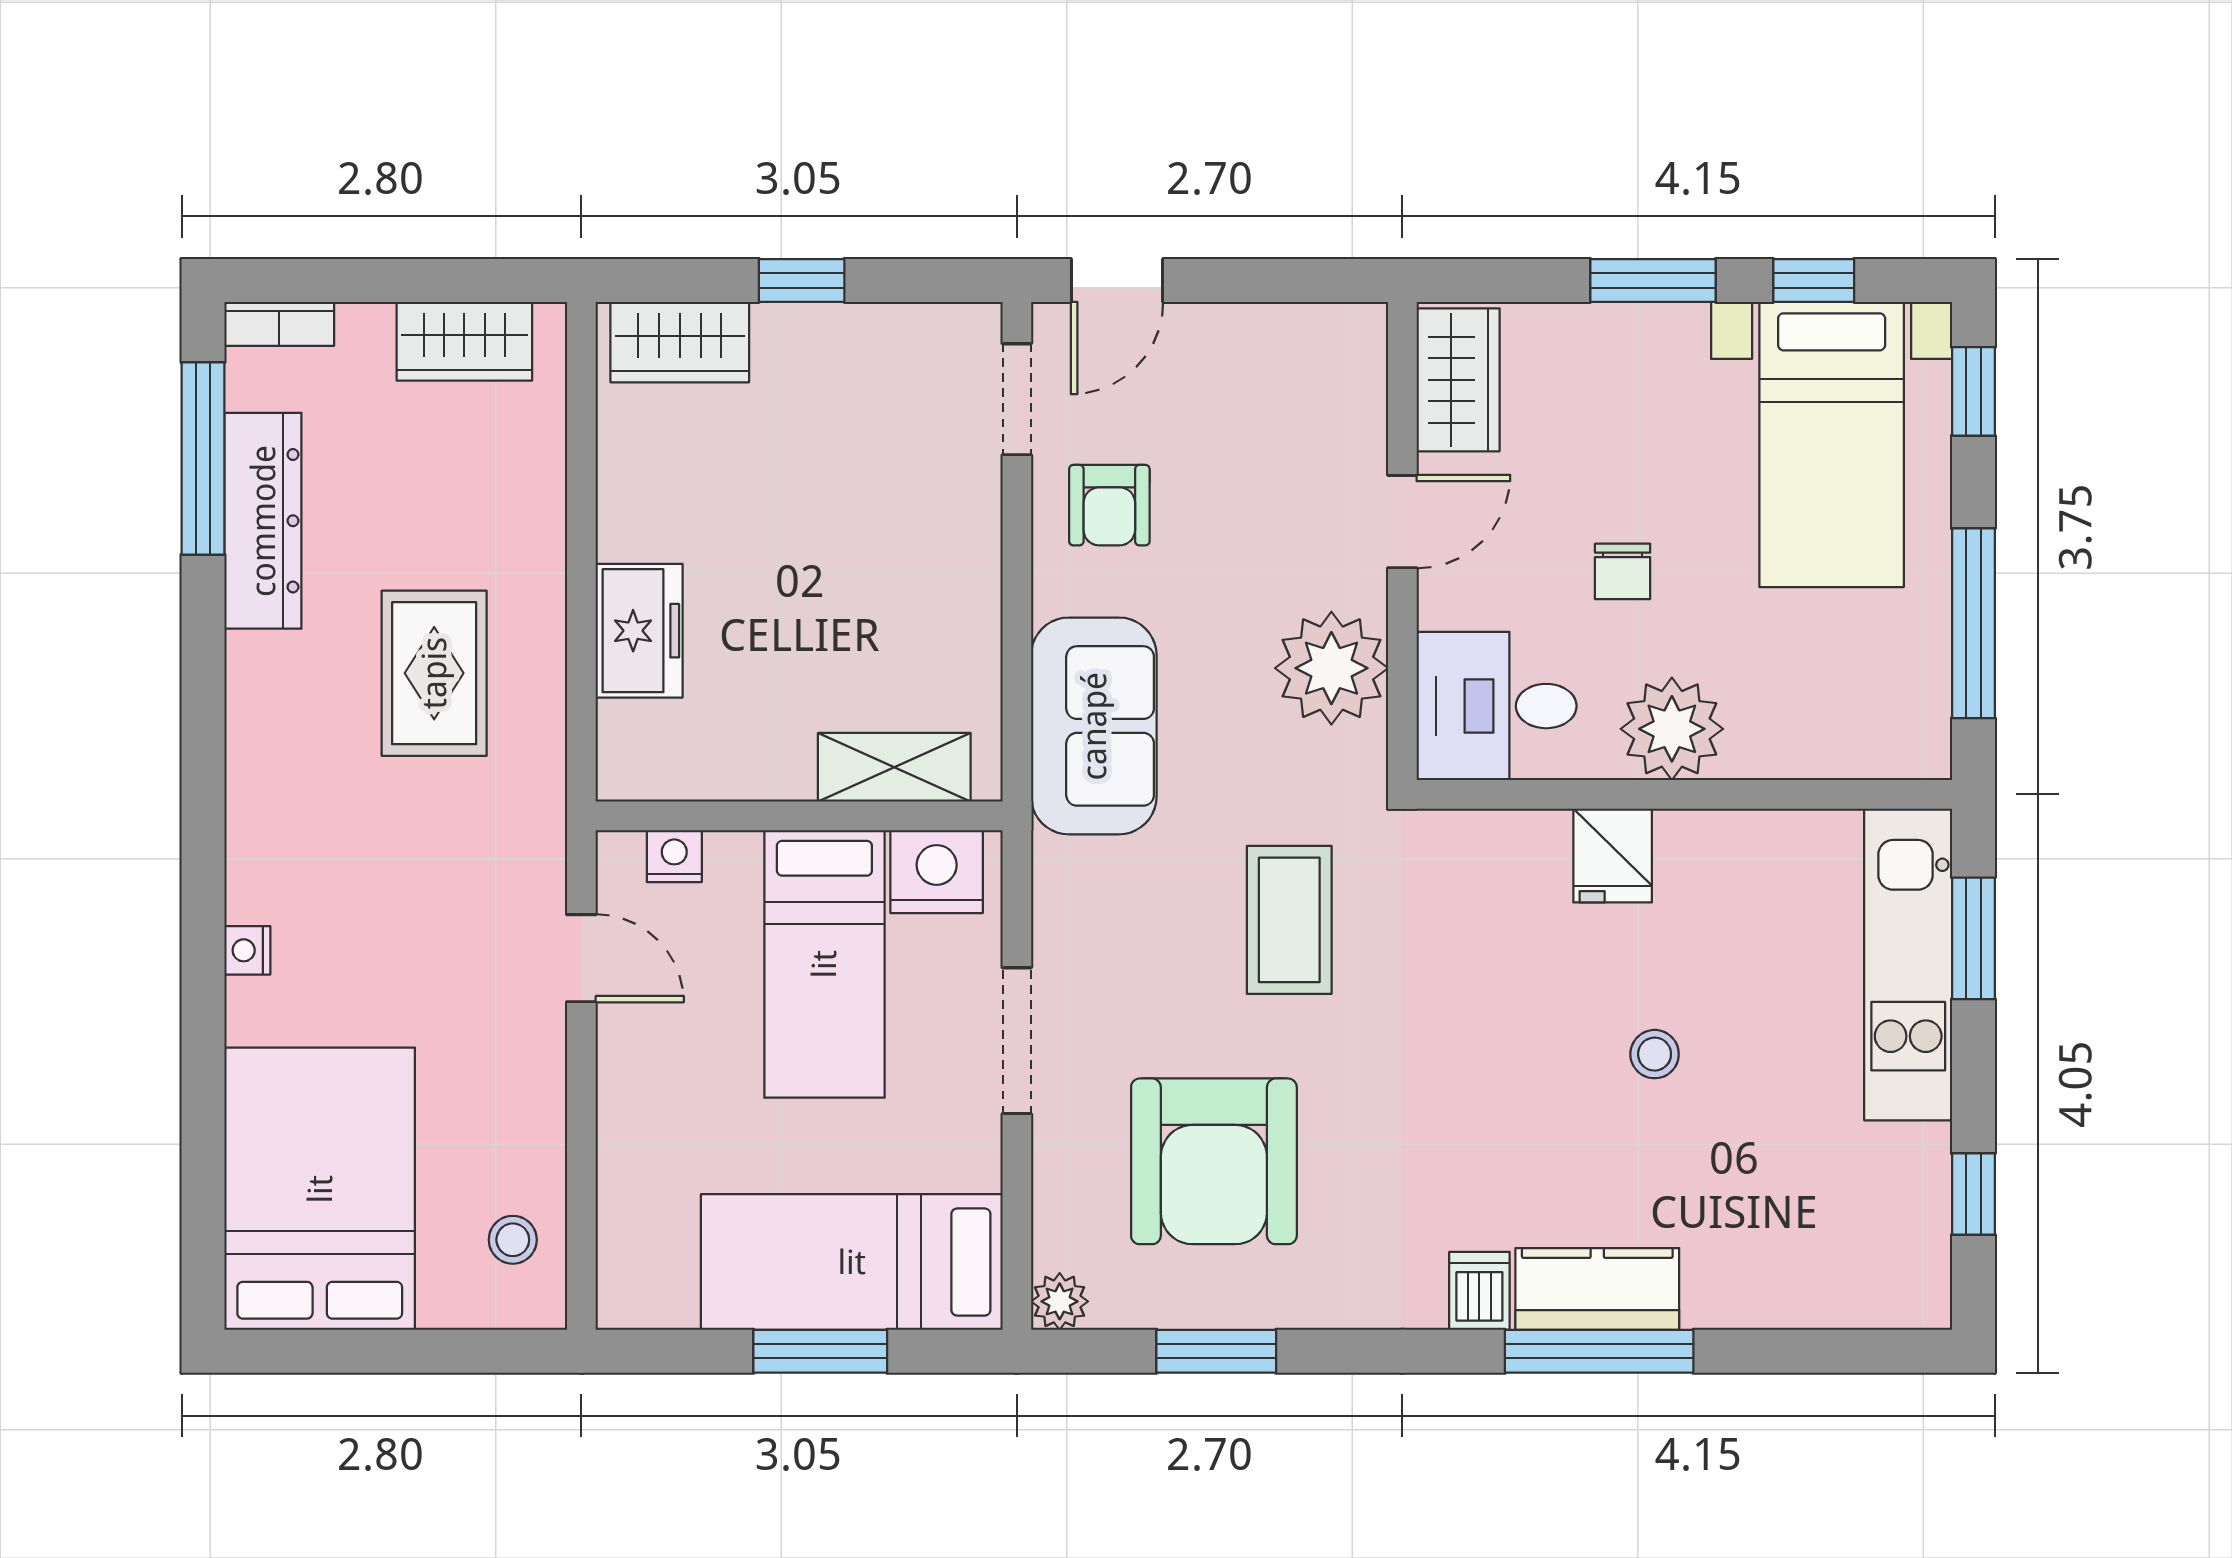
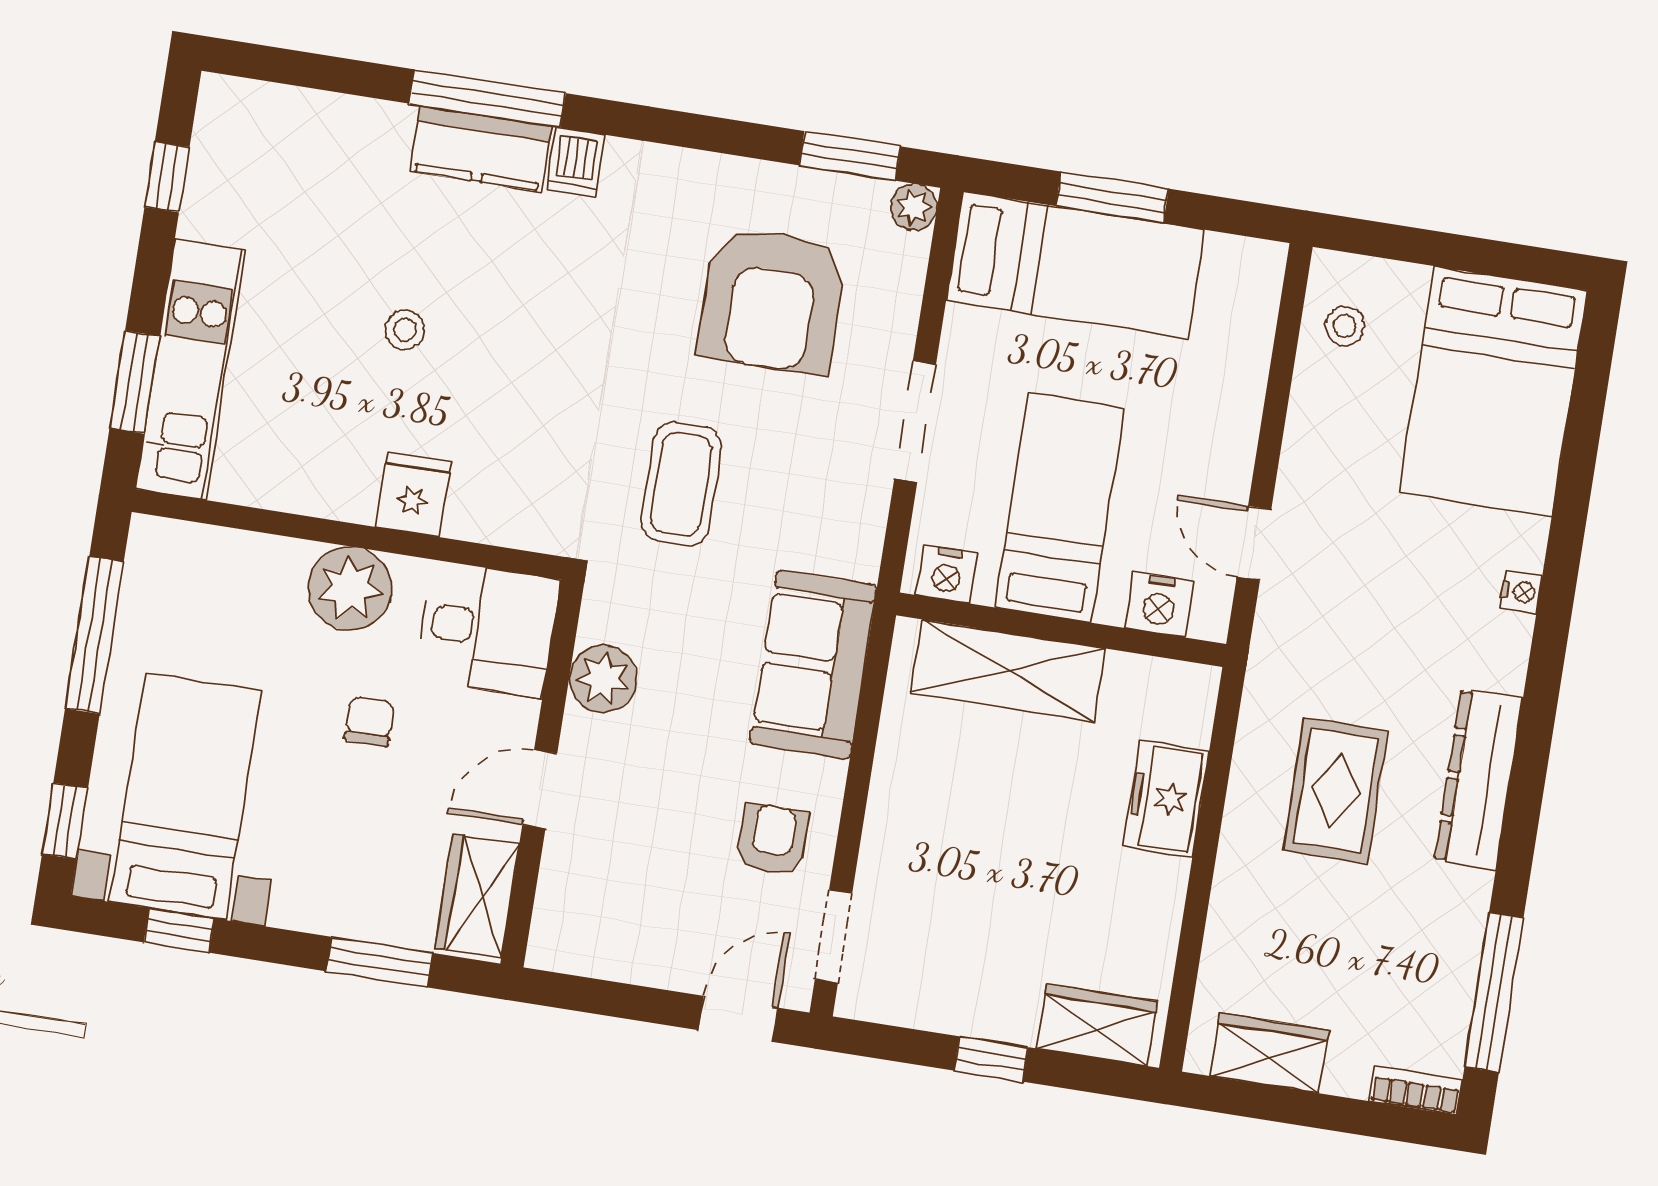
window: (1653, 280) -> (380, 962), moved
dresser: (263, 521) -> (1478, 779), moved
plant: (1331, 668) -> (603, 679), width x0.73, depth x0.73
shelving: (894, 767) -> (1008, 671), width x1.50, depth x1.33
nightstand: (674, 856) -> (1159, 605), width x1.39, depth x1.35
nightstand: (937, 872) -> (947, 574), width x0.74, depth x0.75
armchair: (1214, 1161) -> (772, 300), turned 180
window: (1216, 1351) -> (850, 156), moved

